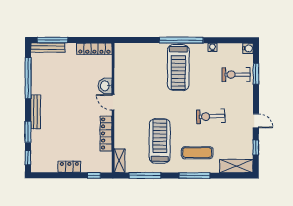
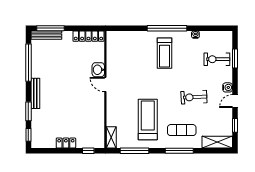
water cooler: (248, 48) -> (228, 87), moved
treadmill: (178, 68) -> (164, 53), width x0.73, depth x0.73
door: (256, 121) -> (235, 101), swing flipped
locker: (106, 133) -> (99, 113), removed

